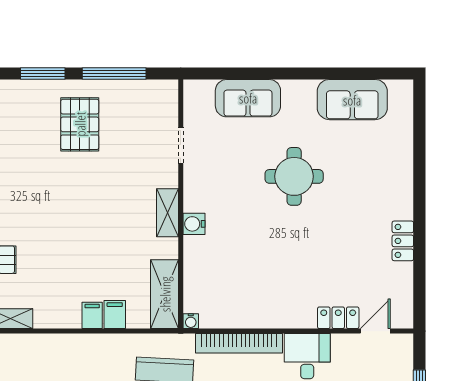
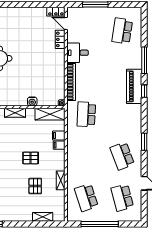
water cooler: (194, 224) -> (32, 101), moved
locker: (403, 241) -> (56, 12), moved
pallet: (63, 249) -> (31, 158), added

